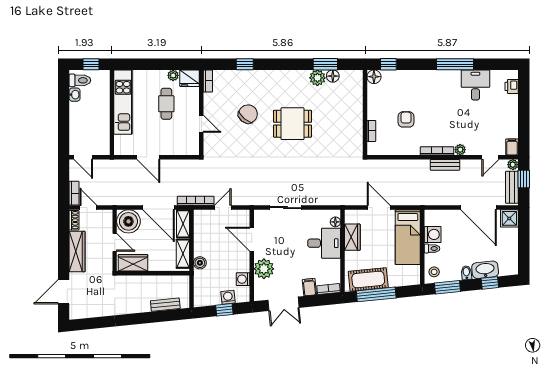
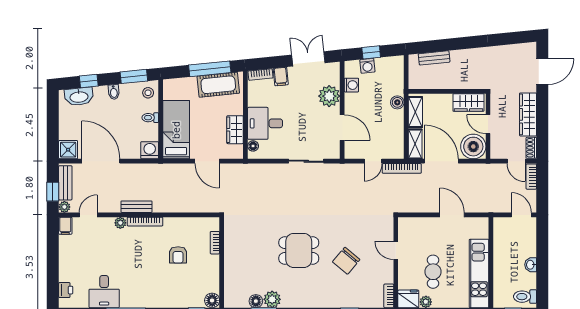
washbasin: (75, 95) -> (531, 265), moved
washing machine: (433, 234) -> (150, 150), moved, turned 90
washbasin: (485, 270) -> (79, 97), moved

